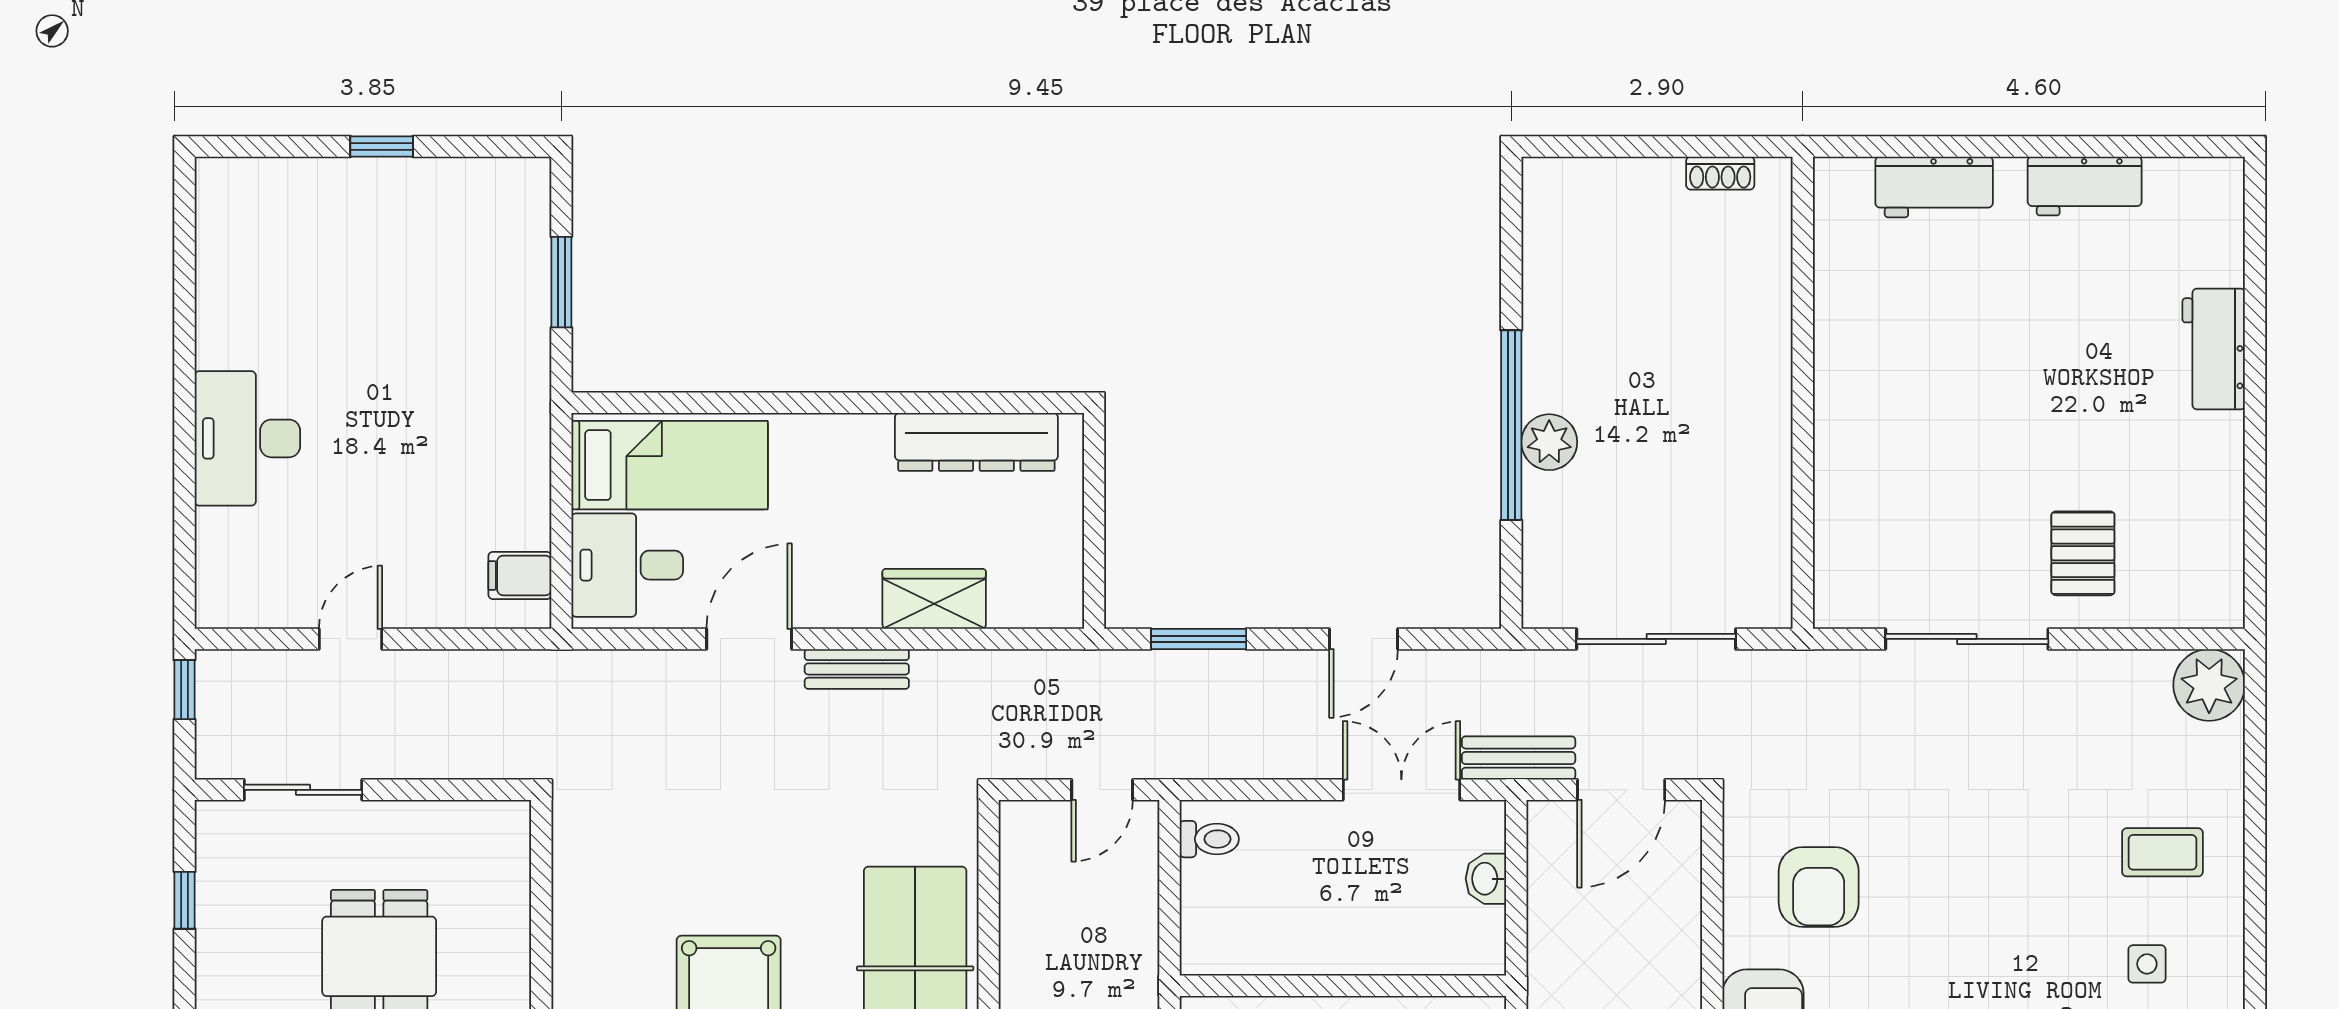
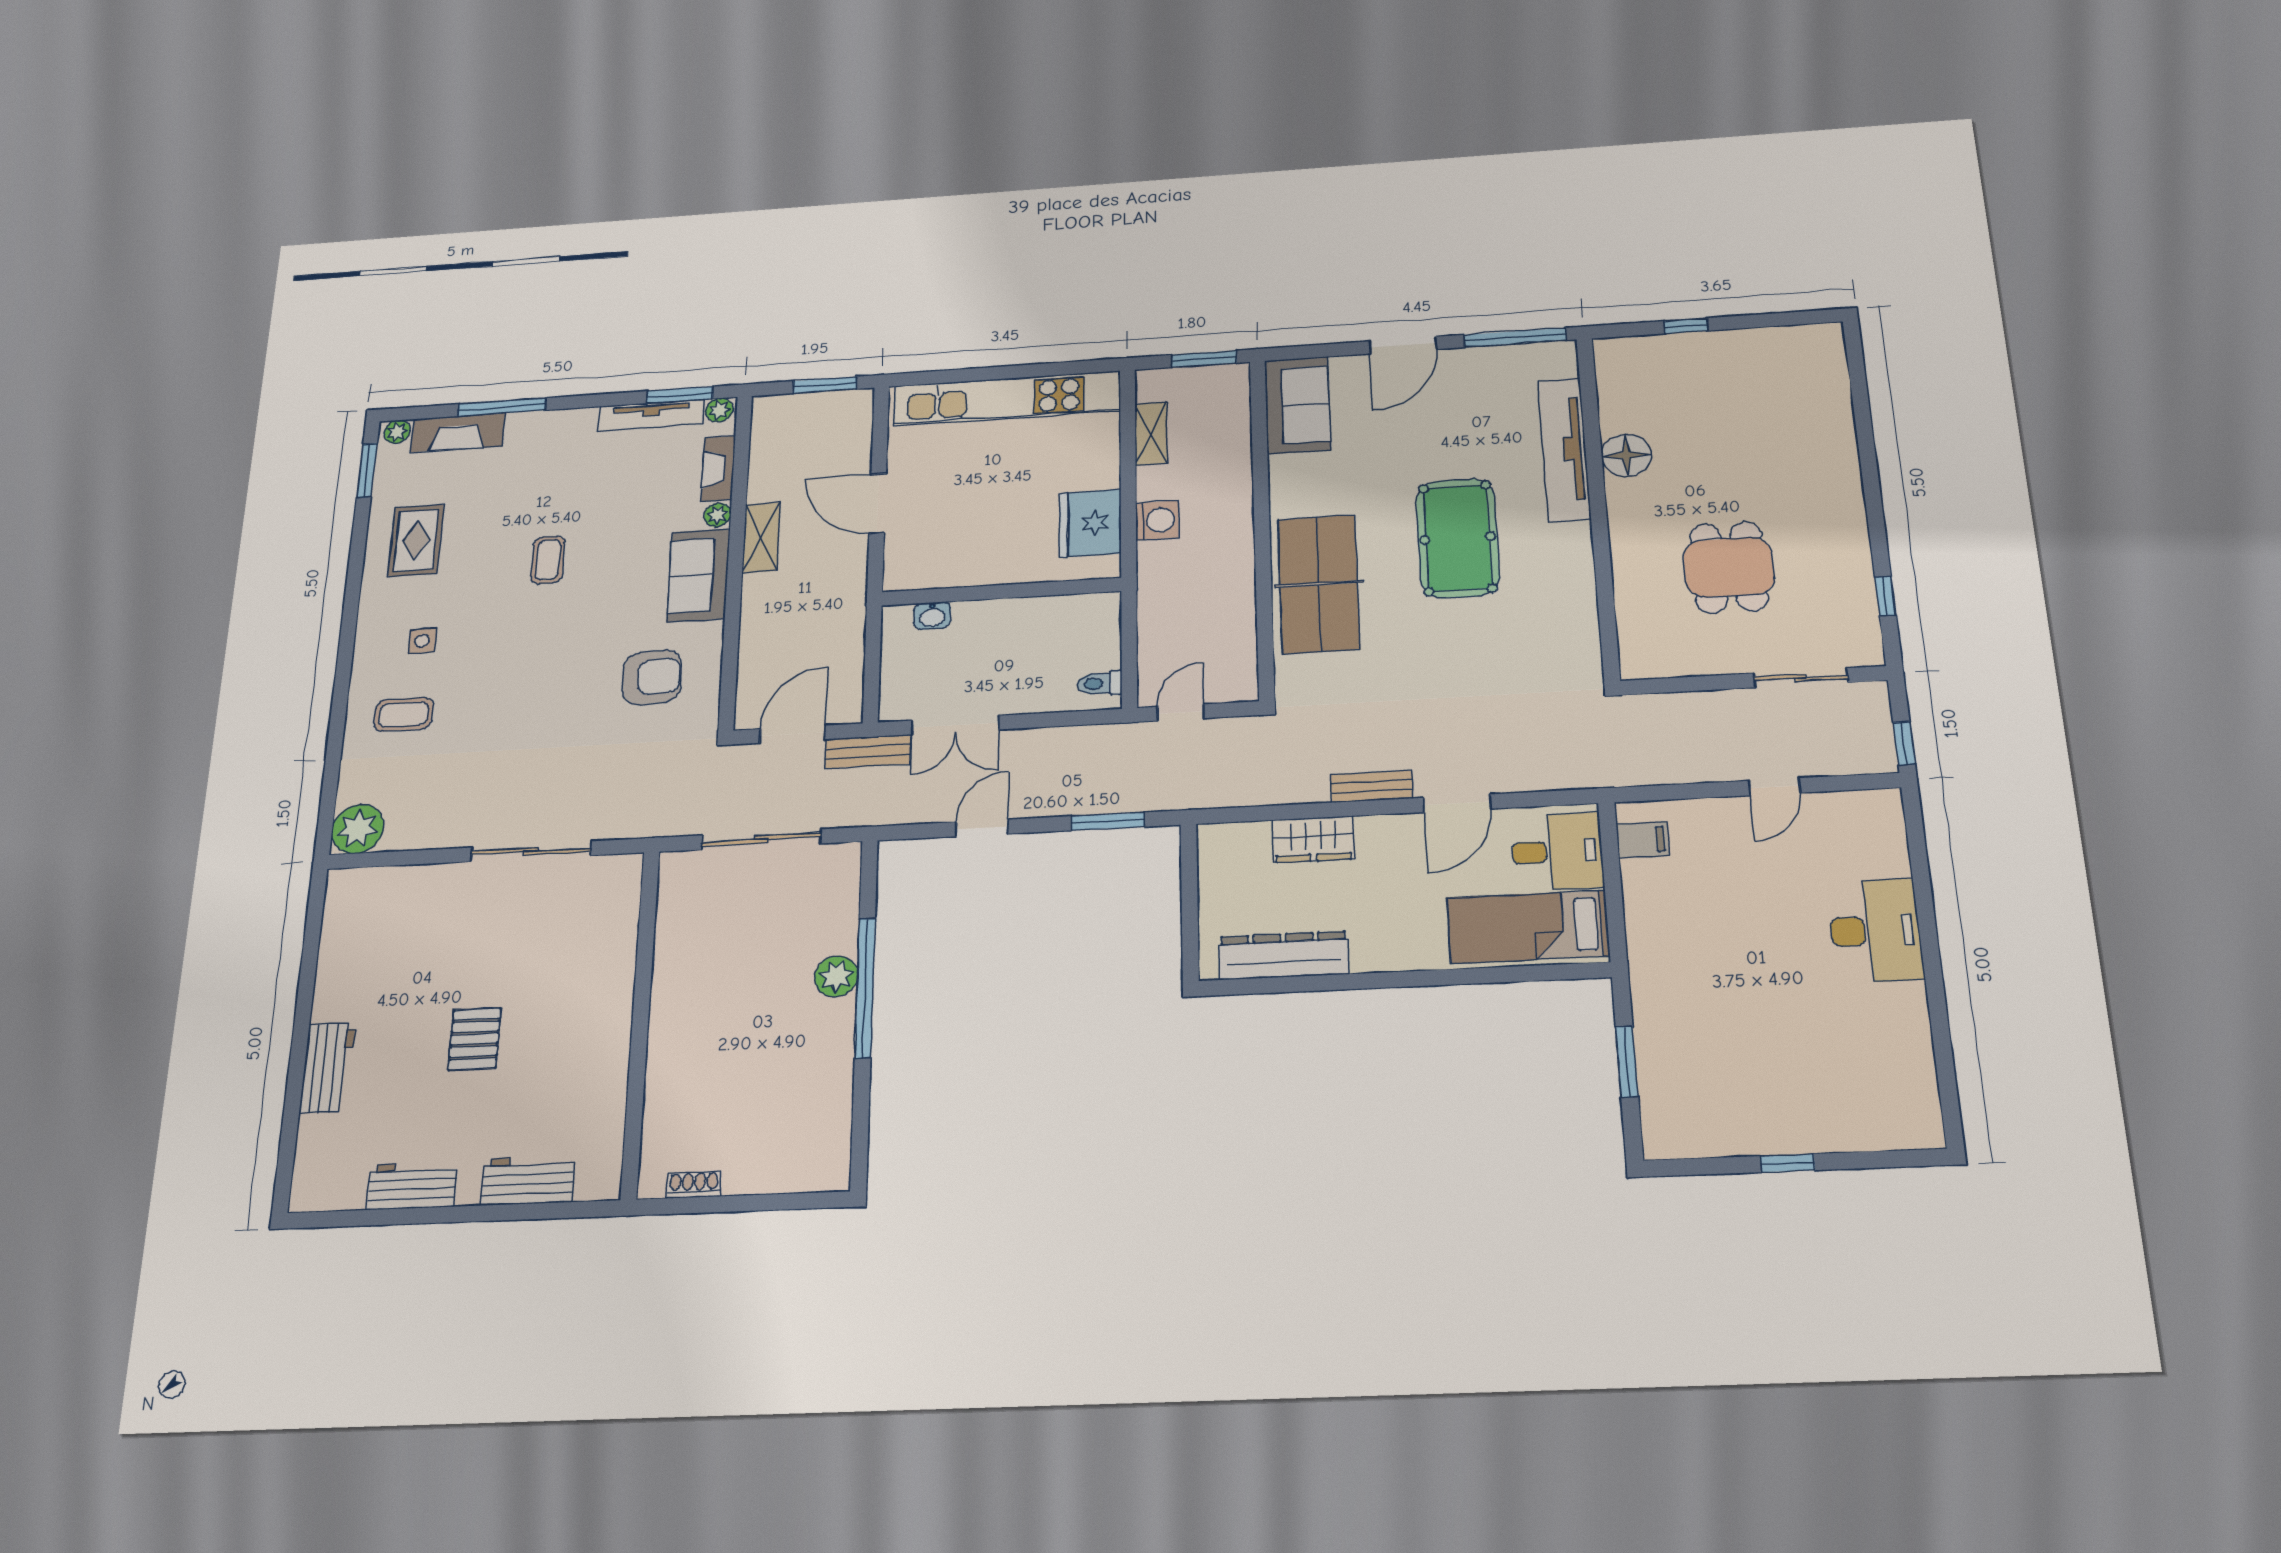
pallet: (2083, 553) -> (475, 1039), moved
washbasin: (1486, 879) -> (932, 616), moved, turned 90
armchair: (1819, 887) -> (652, 677), turned 87

